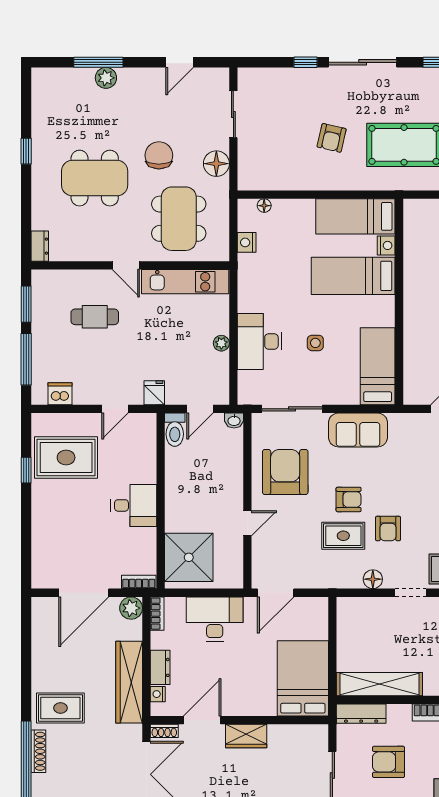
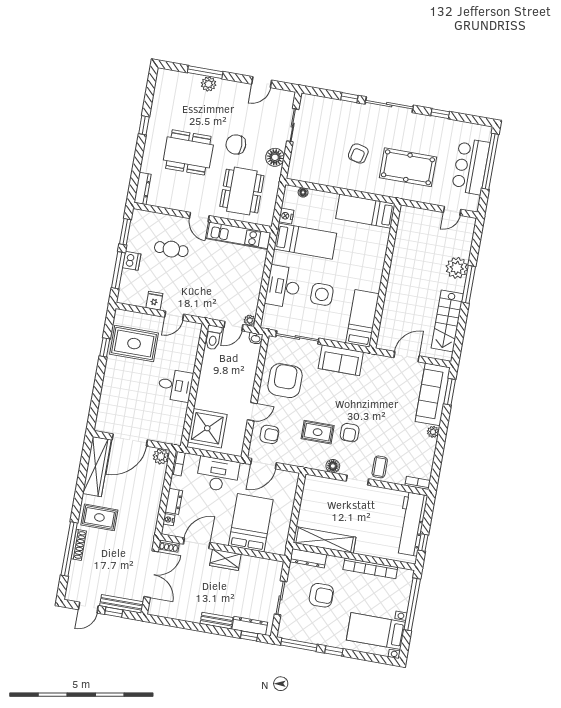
chair: (159, 155) -> (236, 144), turned -90
nightstand: (386, 245) -> (383, 235), removed
dresser: (40, 246) -> (143, 188), width x1.44
bed: (353, 276) -> (305, 241), moved, turned 180
plant: (221, 343) -> (250, 320), moved
side table: (315, 343) -> (322, 294), width x1.87, depth x1.87
fridge: (154, 393) -> (154, 301), moved
dishwasher: (60, 394) -> (132, 261), moved, turned 90
armchair: (349, 499) -> (269, 434), moved
bookcase: (139, 582) -> (169, 439), removed
bed: (303, 678) -> (251, 523), moved
wardrobe: (129, 682) -> (97, 467), moved, turned 180
armchair: (389, 762) -> (321, 595), turned 180

